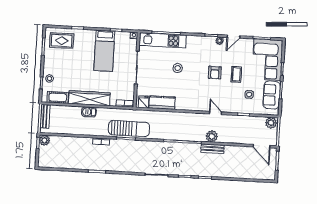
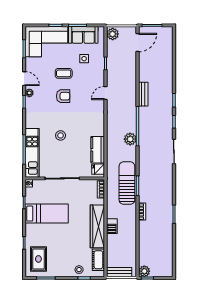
plant: (212, 136) -> (130, 139), moved

